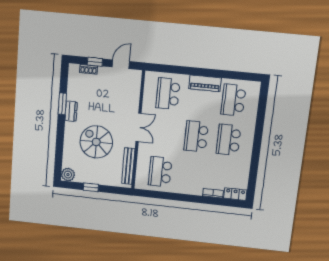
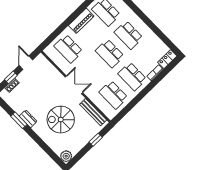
school desk: (192, 175) -> (132, 76), added
window: (91, 187) -> (96, 140), moved

